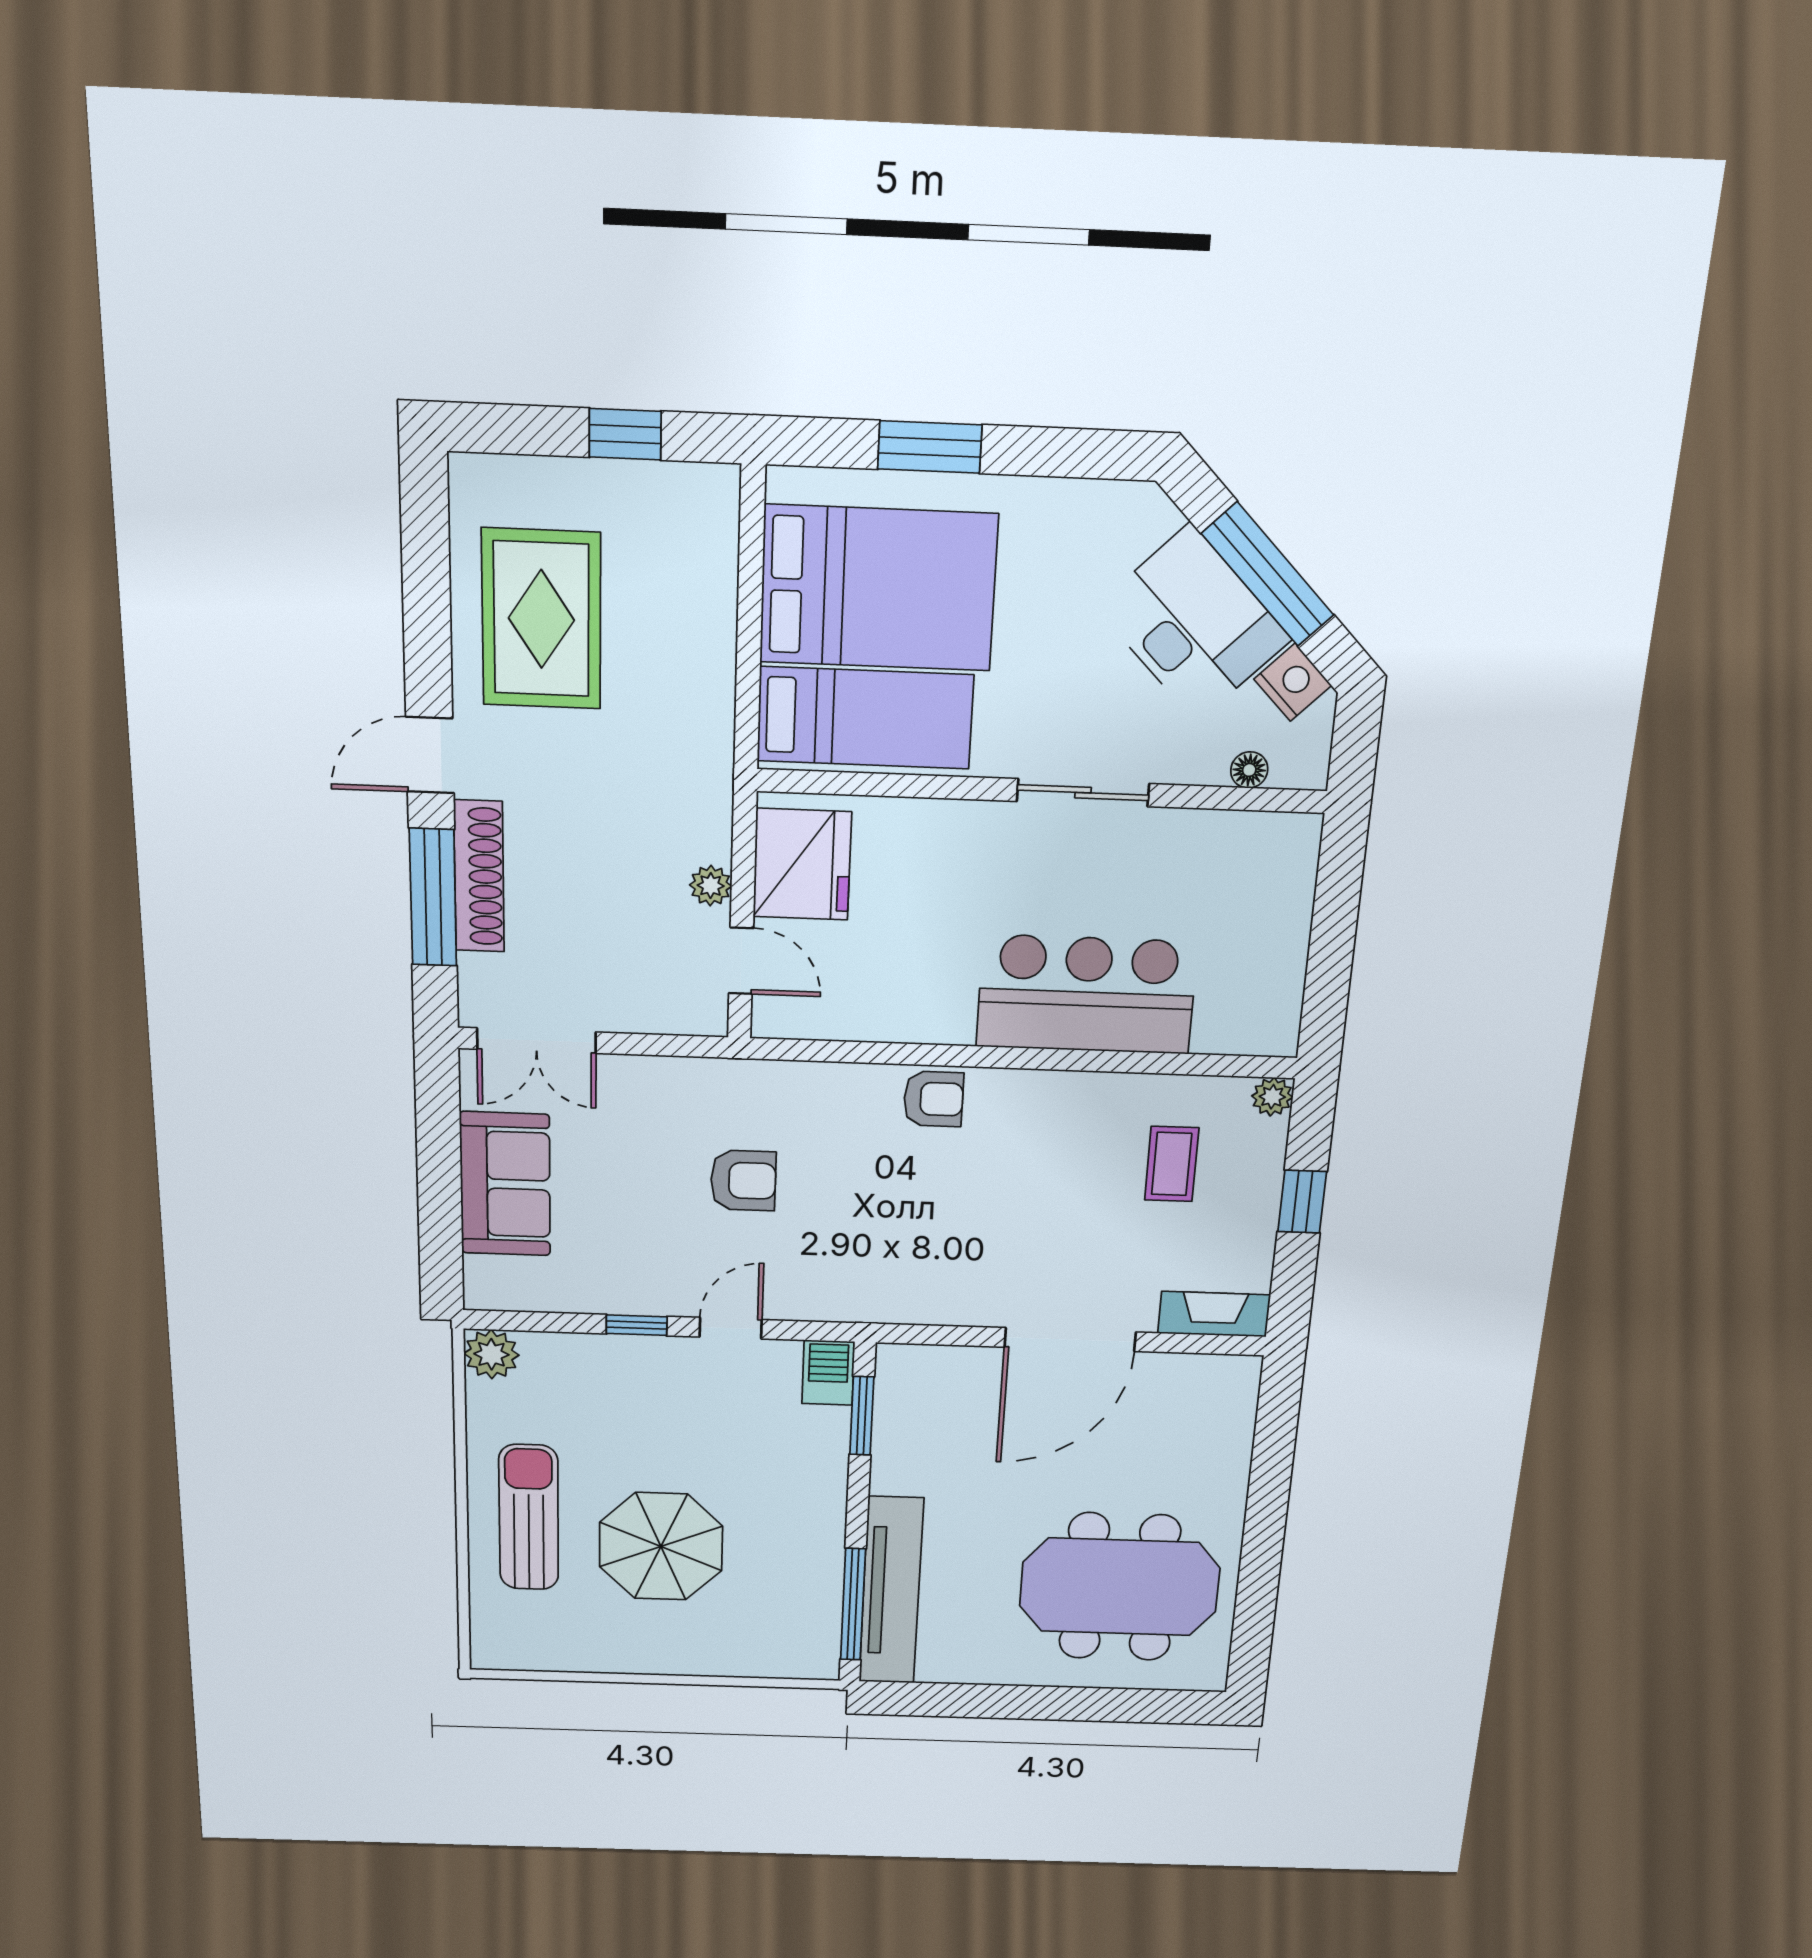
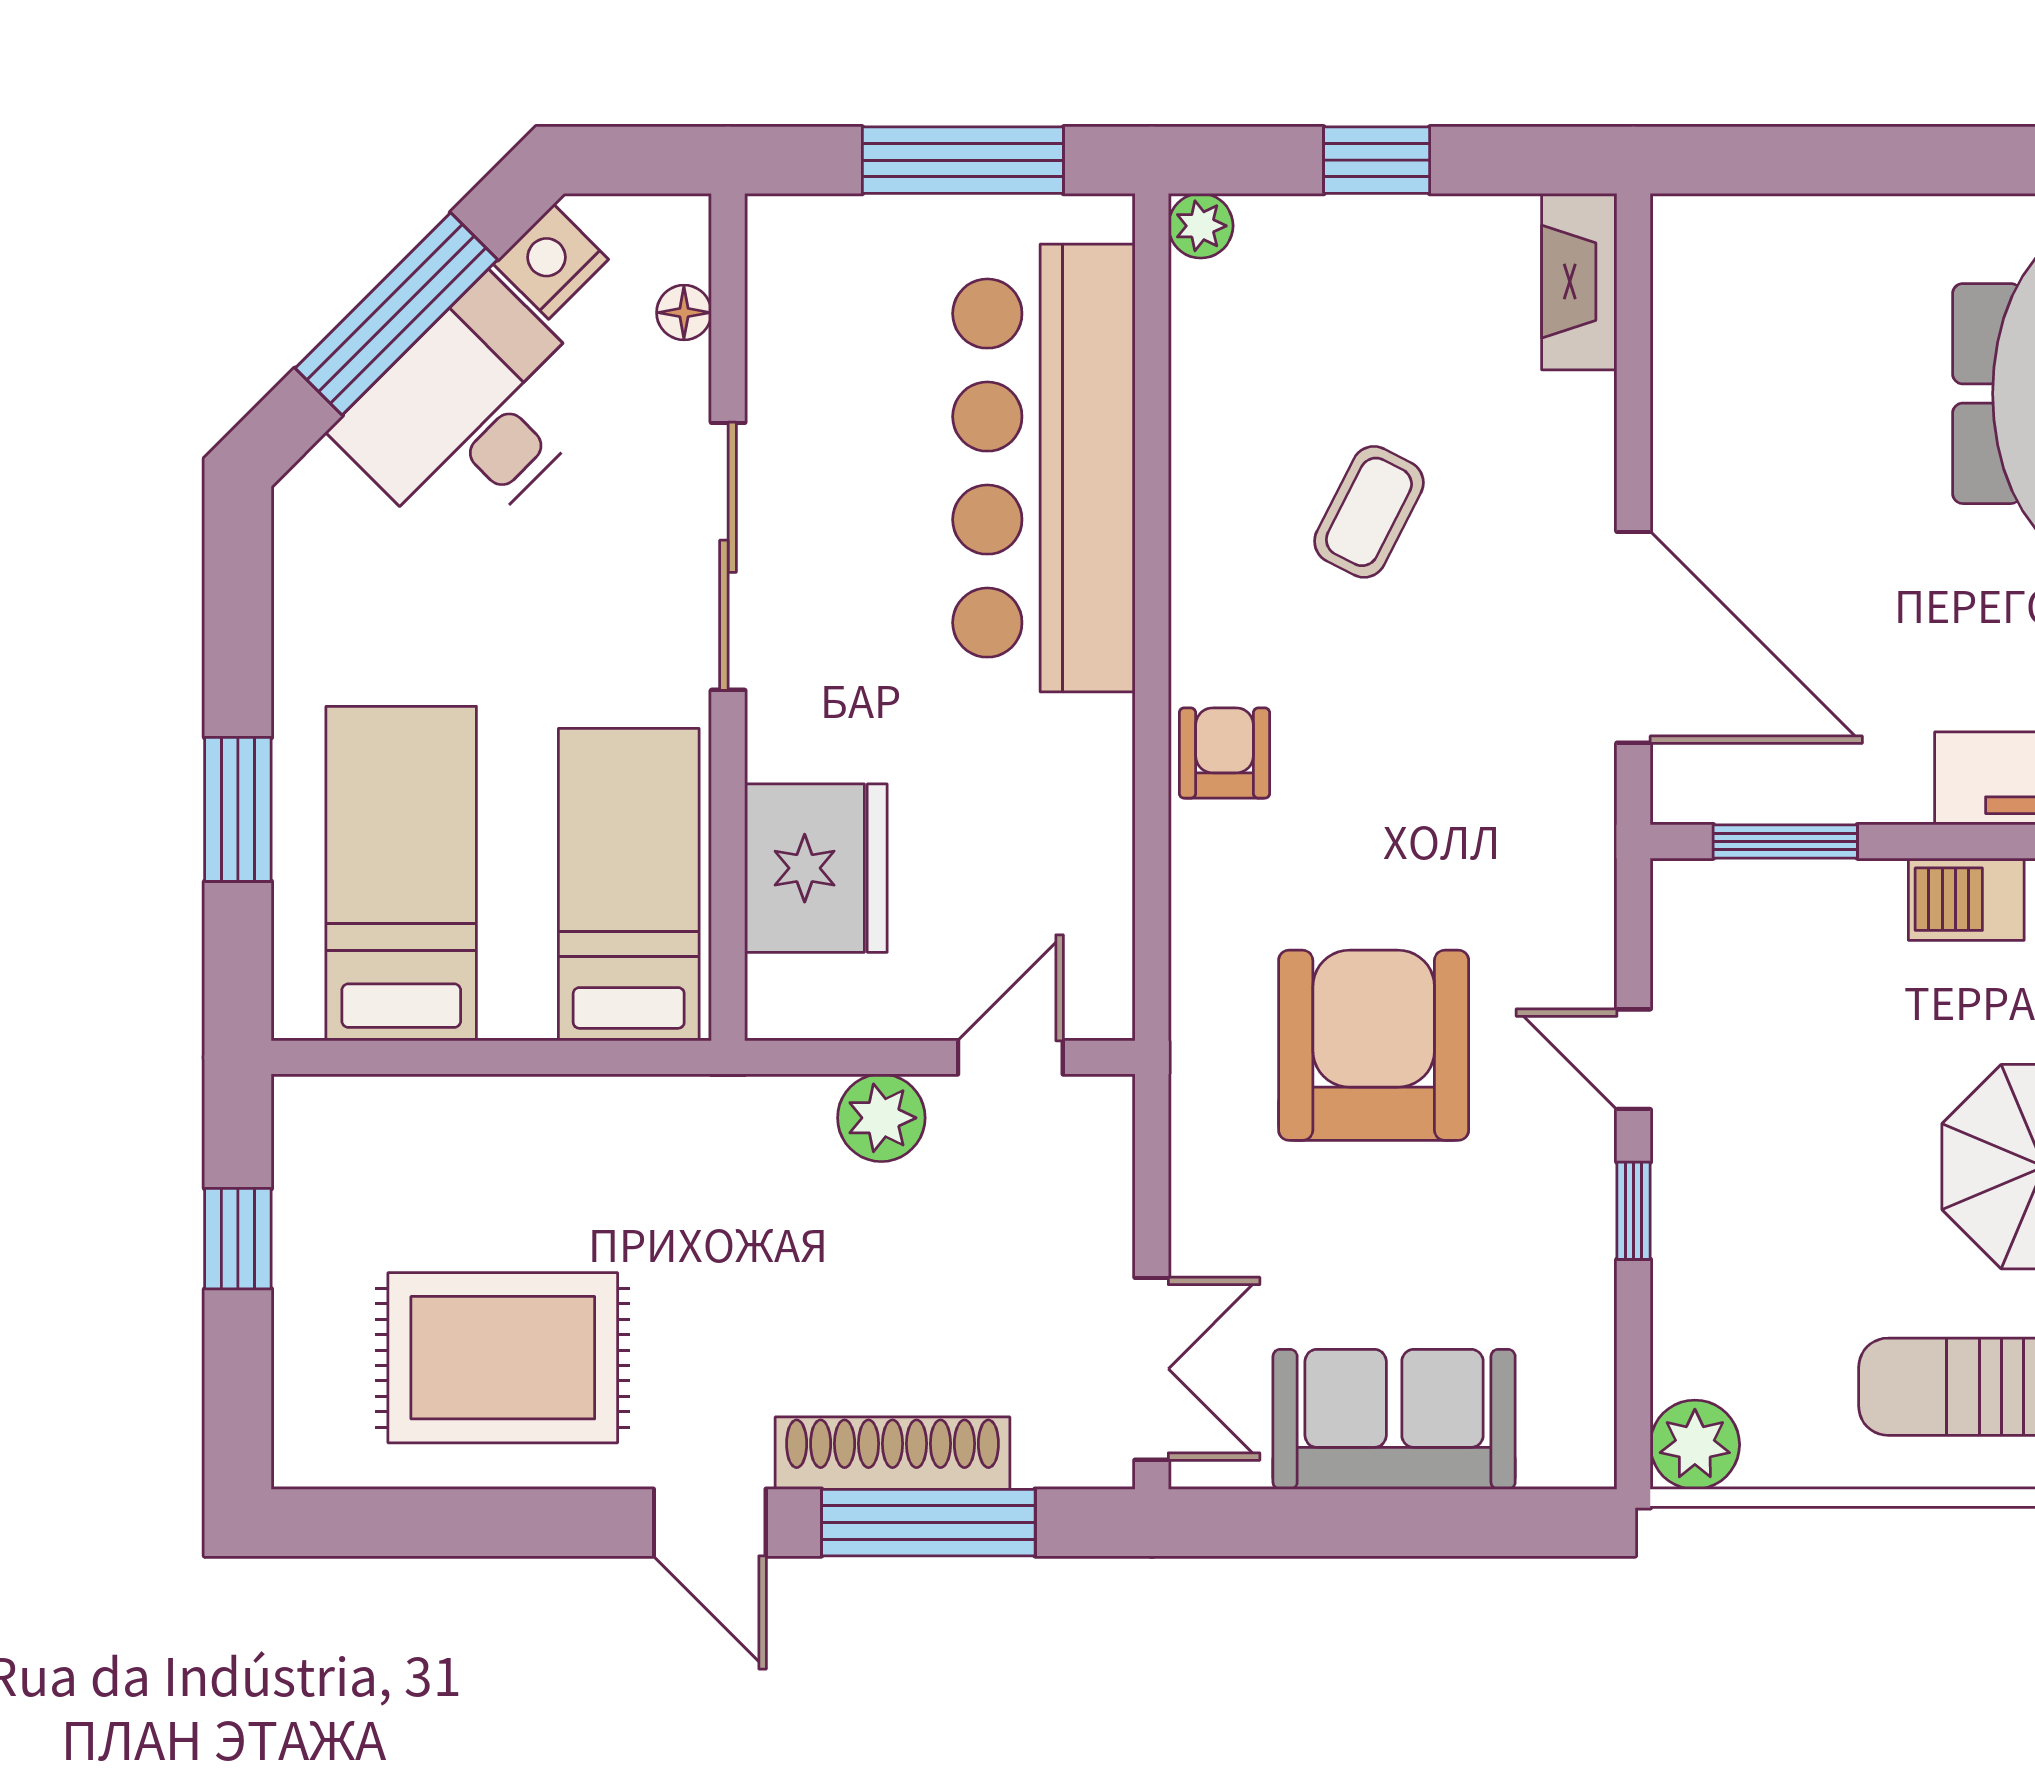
bed: (878, 588) -> (401, 874), width x0.67
sliding door: (1083, 793) -> (728, 556), width x1.37
fridge: (802, 864) -> (816, 868), moved, turned 90
plant: (711, 886) -> (881, 1118), width x1.38, depth x1.38
window: (1331, 953) -> (963, 160), added
bar counter: (1086, 994) -> (1044, 468), width x1.36
coffee table: (1172, 1164) -> (1369, 512), moved, turned -63
armchair: (743, 1180) -> (1374, 1045), width x1.88, depth x1.88
door: (1070, 1340) -> (1634, 637), moved
barbecue: (828, 1373) -> (1966, 899), moved

